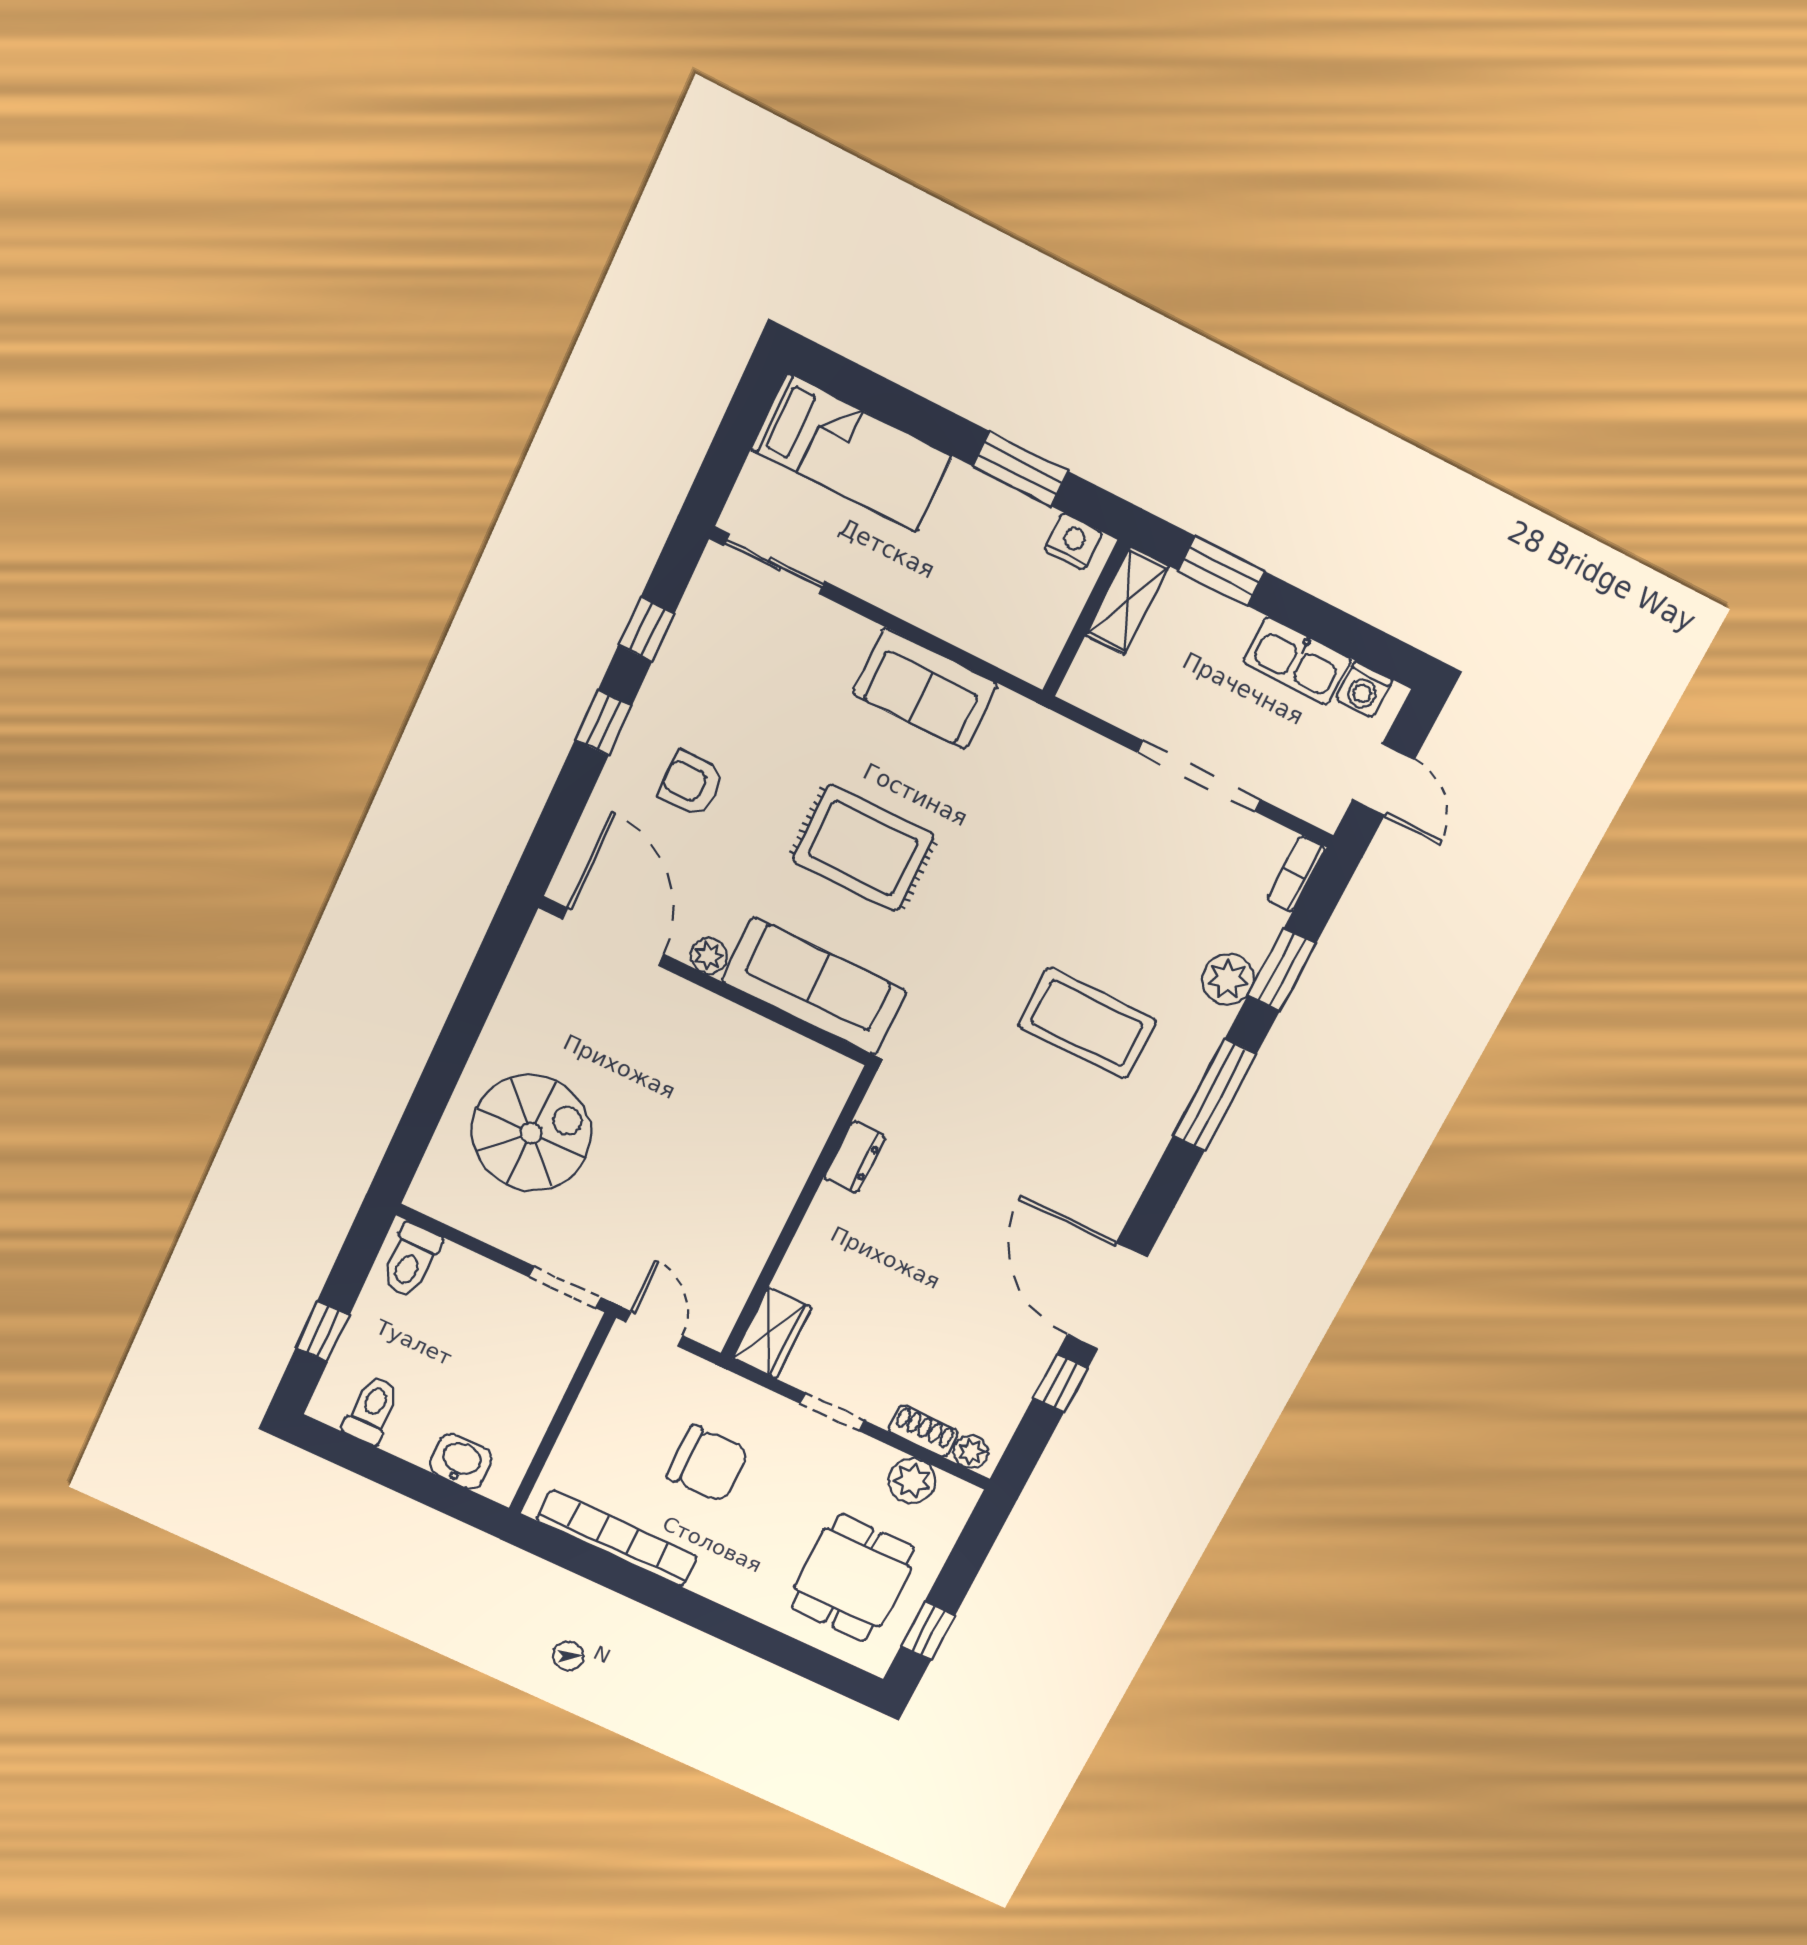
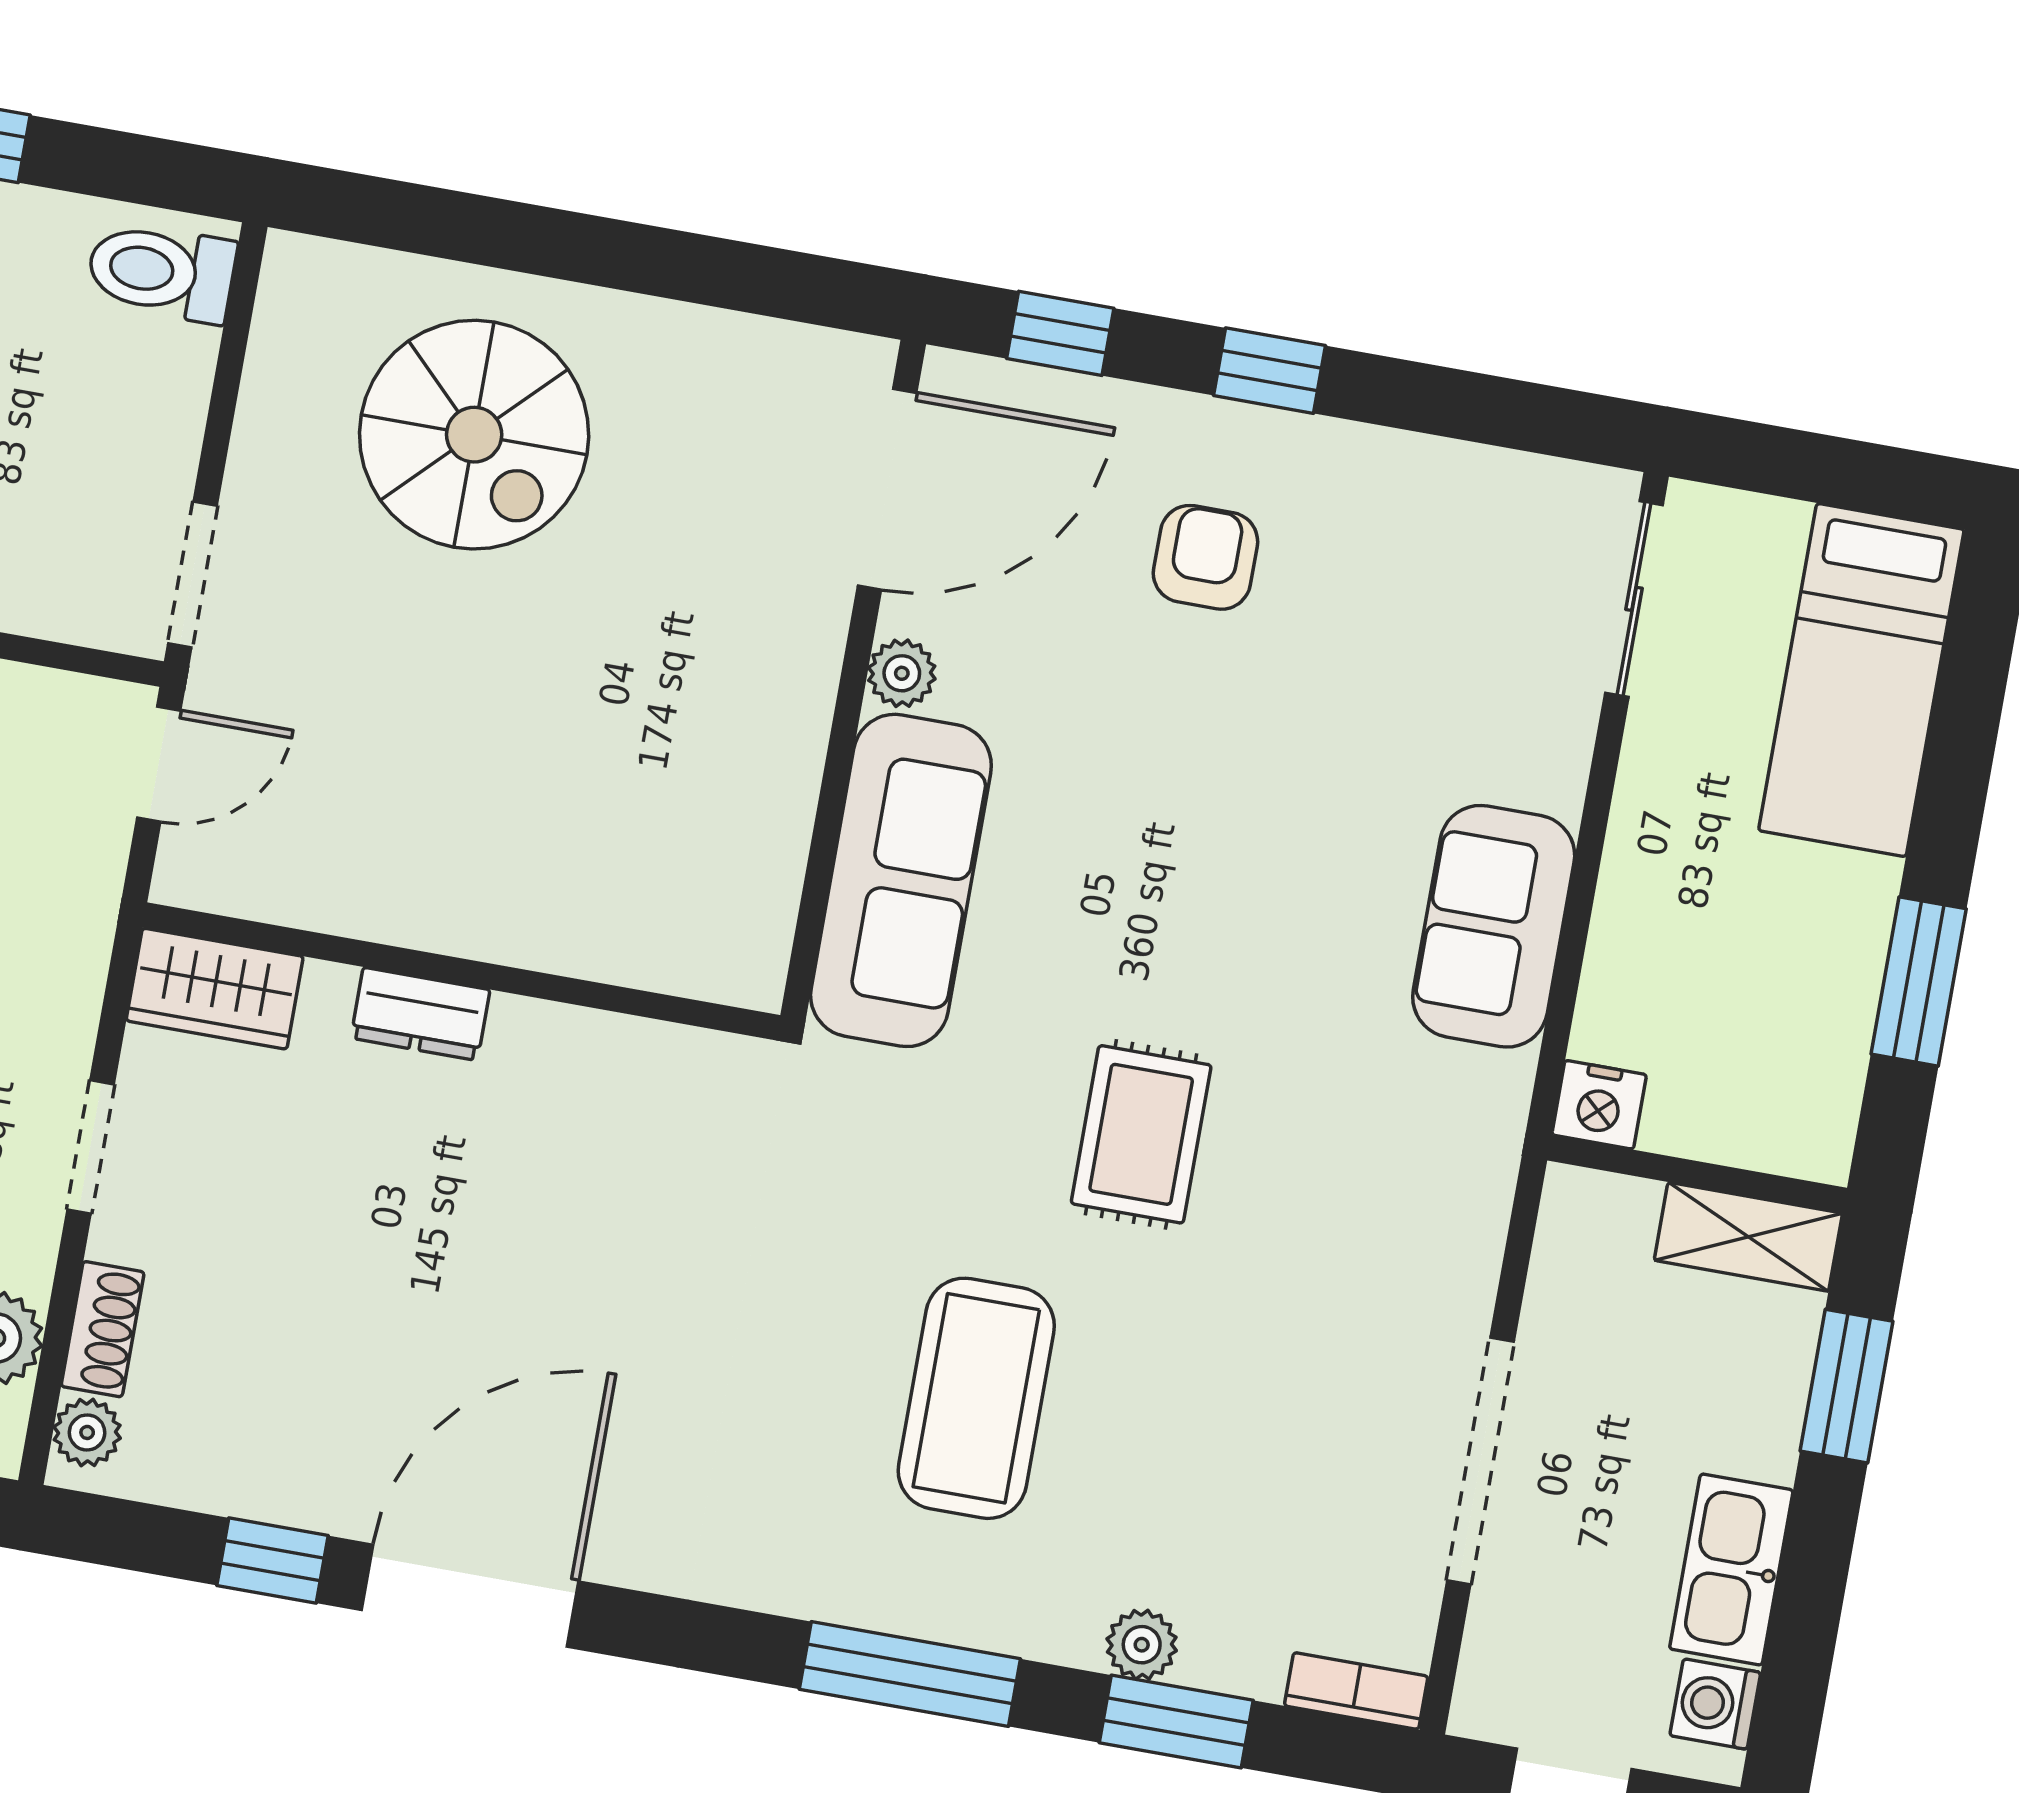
nightstand: (1073, 542) -> (1599, 1105), moved, turned 90
window: (646, 629) -> (1060, 333), moved
rug: (863, 848) -> (1141, 1134), moved, width x0.73, depth x0.70
plant: (1228, 979) -> (1142, 1645), width x0.73, depth x0.73
dresser: (855, 1157) -> (420, 1014), moved

